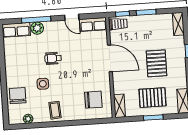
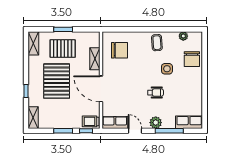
plant: (37, 28) -> (156, 123), moved
pallet: (157, 63) -> (57, 81), width x1.37, depth x1.41
chair: (93, 100) -> (119, 50), turned 180
shelving: (119, 106) -> (95, 59), moved

